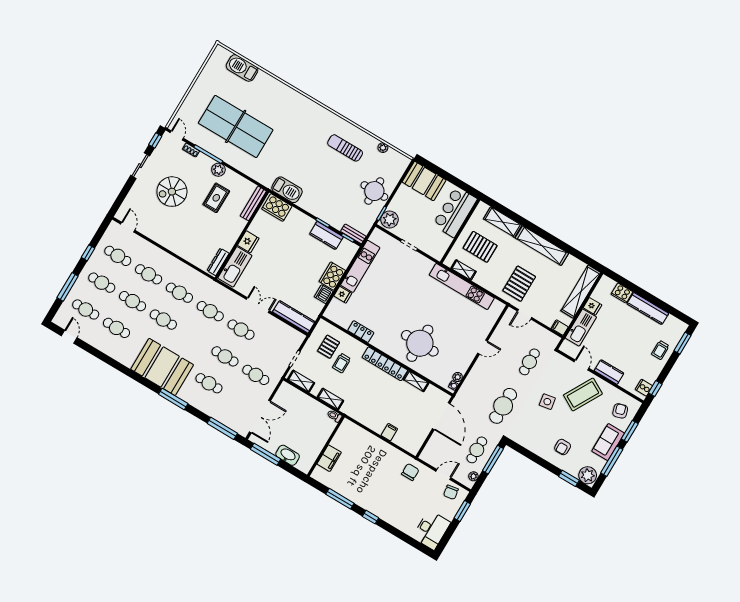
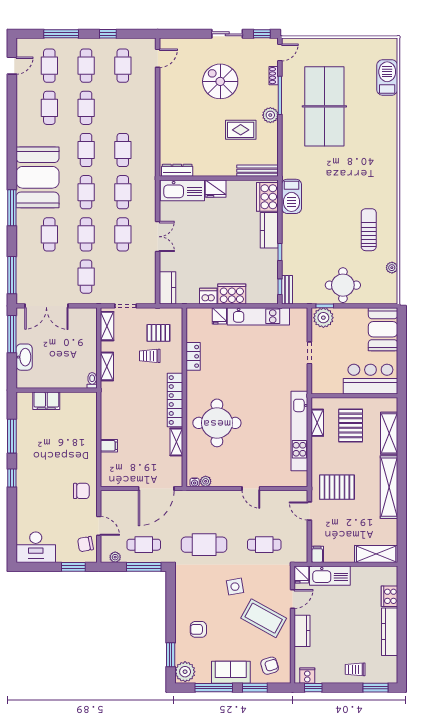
kitchen counter: (326, 235) -> (269, 230), moved
cafe table: (149, 274) -> (86, 192), moved
shelving: (581, 292) -> (376, 554), width x0.68
fridge: (592, 306) -> (301, 575), moved
kitchen counter: (294, 317) -> (167, 288), width x0.67

